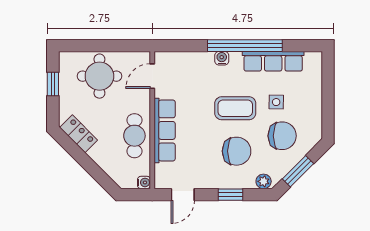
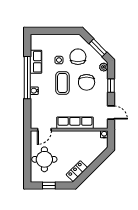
row of seats: (273, 61) -> (36, 62), width x0.68
door: (152, 76) -> (44, 130), hinge flipped
cafe table: (134, 136) -> (78, 140), removed
chair: (237, 151) -> (87, 82), turned 180

